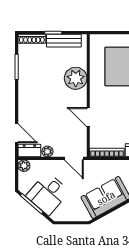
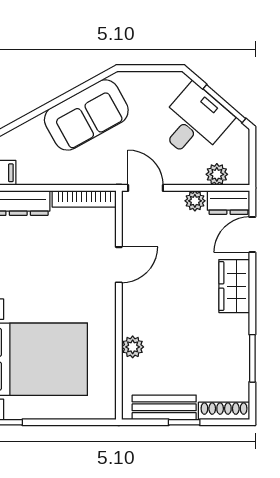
plant: (76, 78) -> (133, 347), width x0.53, depth x0.53
wardrobe: (26, 106) -> (234, 286), added
door: (88, 117) -> (119, 265), hinge flipped
door: (17, 133) -> (252, 235), hinge flipped
plant: (24, 166) -> (217, 174), moved

